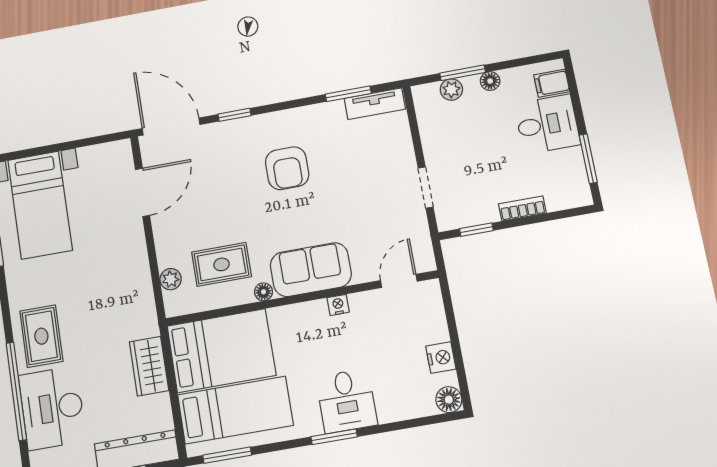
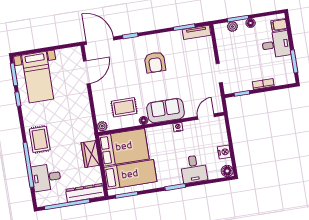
plant: (171, 279) -> (102, 126), moved
desk: (347, 401) -> (194, 169), moved
desk: (52, 408) -> (46, 177), width x0.73

